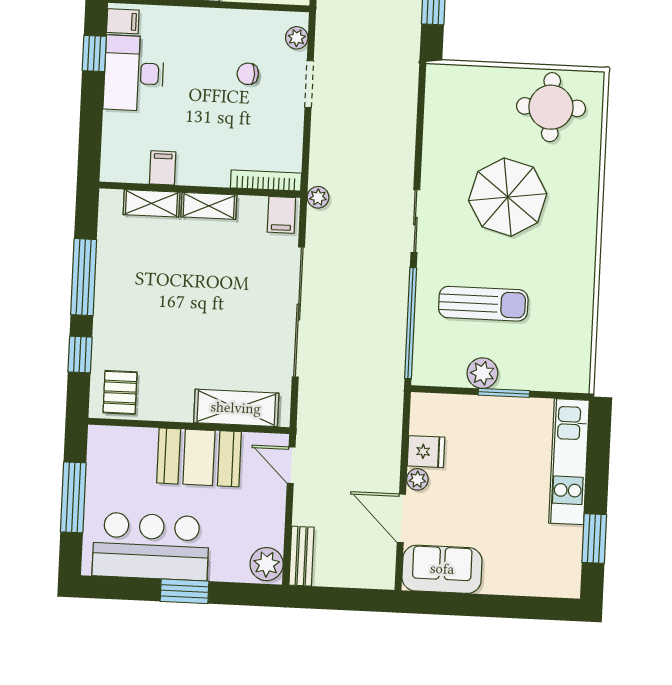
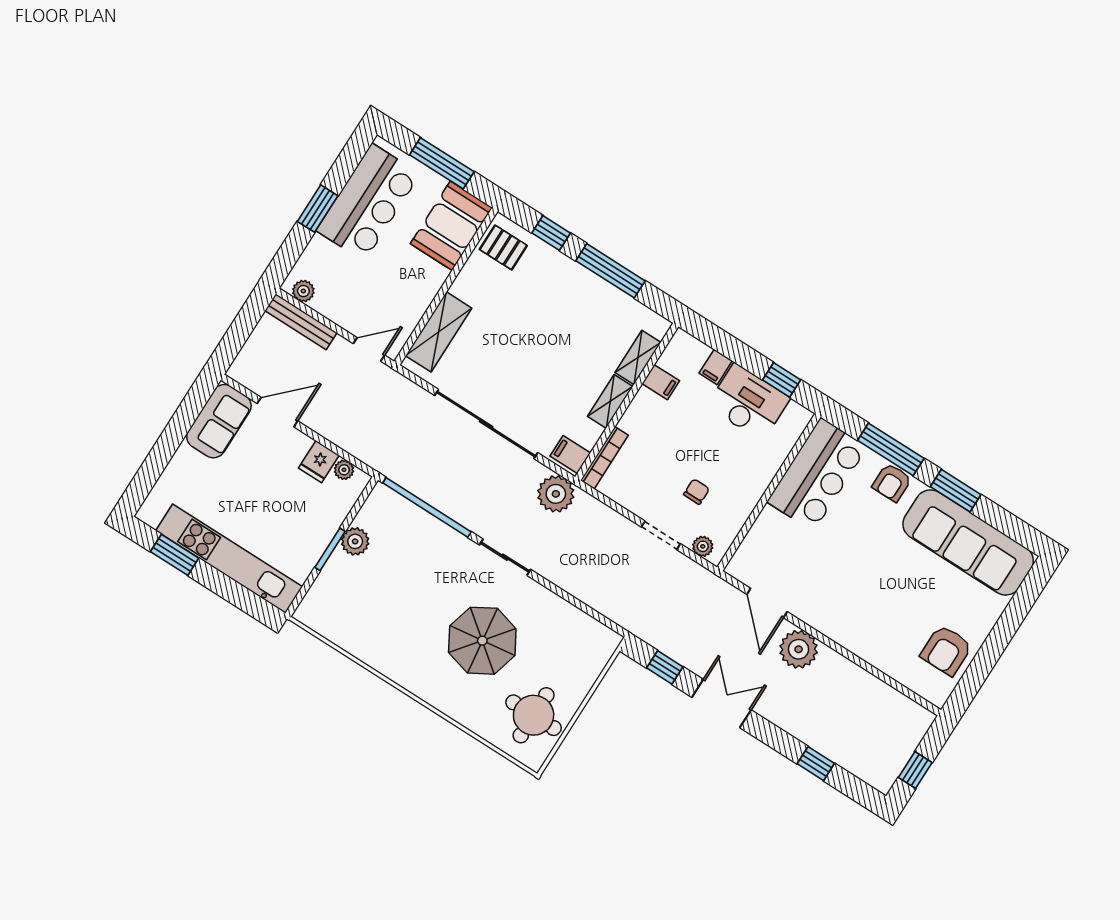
filing cabinet: (123, 21) -> (716, 367), moved
plant: (318, 197) -> (556, 494), width x1.88, depth x1.88
sun lounger: (483, 304) -> (409, 573), removed
booth: (199, 457) -> (451, 226), moved
kitchen unit: (569, 462) -> (229, 559), width x1.36
plant: (417, 479) -> (344, 470), moved
bench: (302, 556) -> (301, 322), width x1.36
plant: (267, 564) -> (303, 291), width x0.73, depth x0.73

